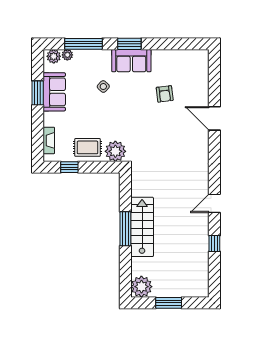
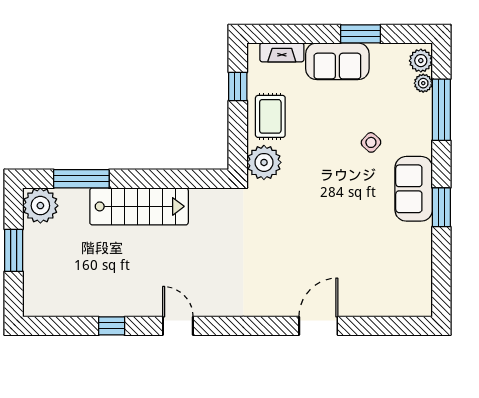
window: (129, 44) -> (441, 207), moved
sofa: (54, 92) -> (337, 61), moved
armchair: (165, 94) -> (359, 244), removed
window: (125, 229) -> (81, 179), moved

